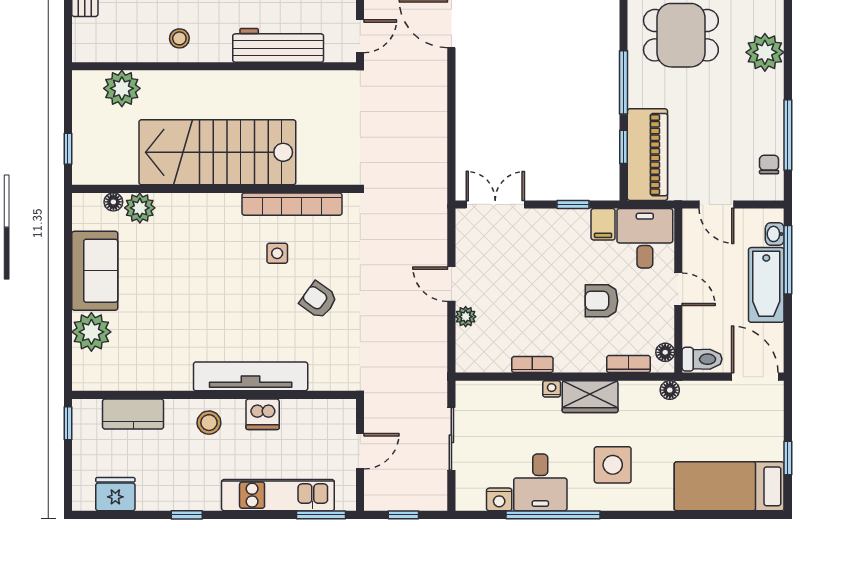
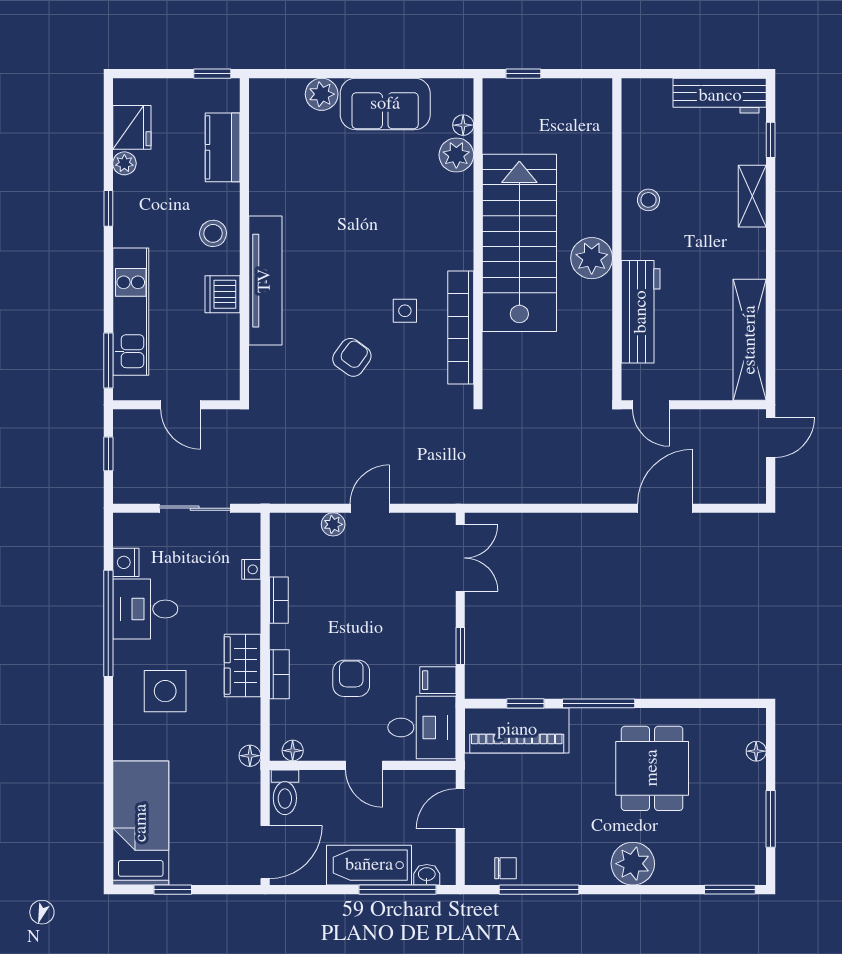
plant: (122, 88) -> (592, 258), moved
door: (678, 289) -> (364, 765), hinge flipped
plant: (91, 332) -> (322, 94), width x0.73, depth x0.73
bookcase: (628, 364) -> (279, 674), moved
nightstand: (552, 389) -> (251, 569), moved
plant: (147, 501) -> (124, 163), added

